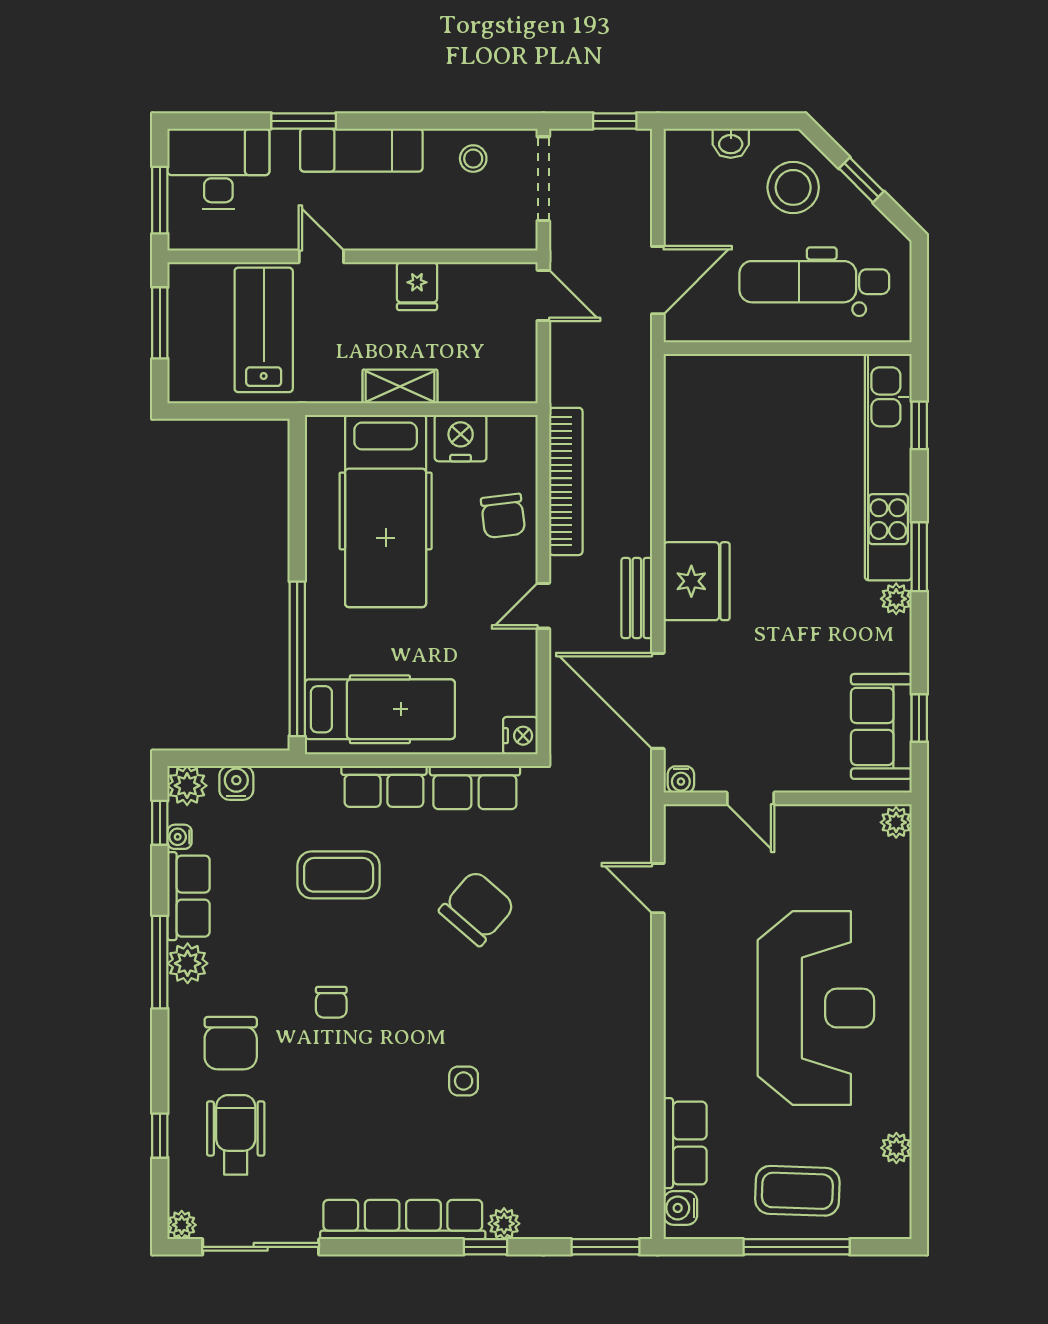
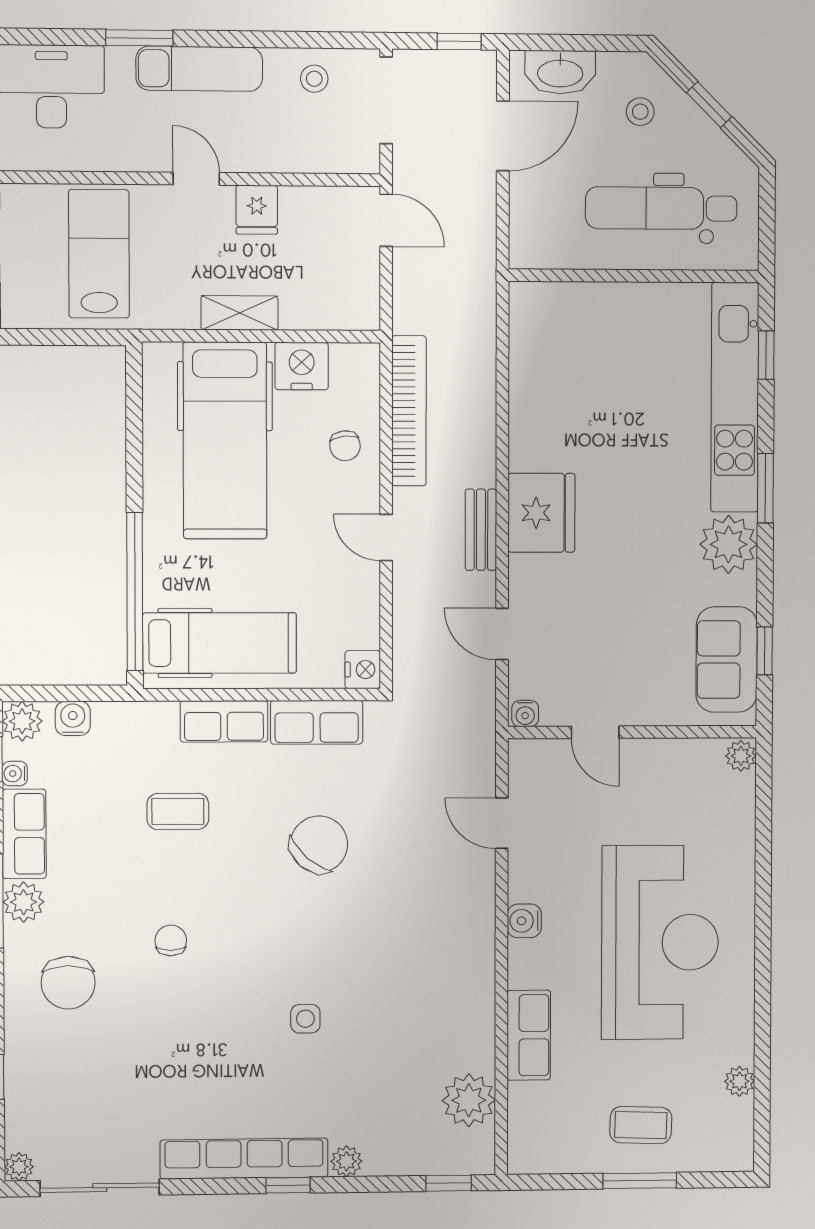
washbasin: (731, 143) -> (560, 72), width x1.91, depth x1.45
stool: (793, 187) -> (640, 112), width x0.53, depth x0.53
door: (321, 256) -> (196, 179), moved
door: (658, 280) -> (503, 136), moved
chair: (503, 516) -> (345, 446), width x0.73, depth x0.73
plant: (896, 599) -> (729, 544), width x1.87, depth x1.87
door: (543, 606) -> (386, 537), hinge flipped
door: (658, 701) -> (502, 634), width x0.53
coffee table: (339, 875) -> (178, 811), width x0.73, depth x0.77
chair: (331, 1002) -> (171, 940), turned 180
wheelchair: (236, 1135) -> (74, 1075), removed
row of seats: (685, 1143) -> (529, 1035), moved
plant: (625, 1164) -> (469, 1100), added
coffee table: (797, 1191) -> (641, 1125), width x0.73, depth x0.77
water cooler: (680, 1208) -> (524, 921), moved
window: (485, 1247) -> (288, 1185), moved
window: (605, 1247) -> (449, 1183), width x0.67
window: (797, 1247) -> (640, 1181), width x0.69

